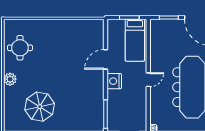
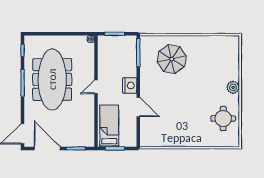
door: (106, 59) -> (138, 107), hinge flipped
parasol: (40, 107) -> (172, 59), moved

